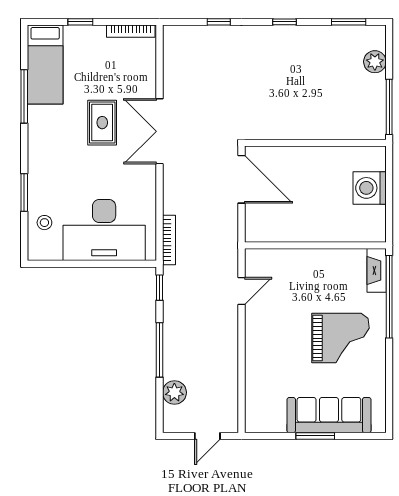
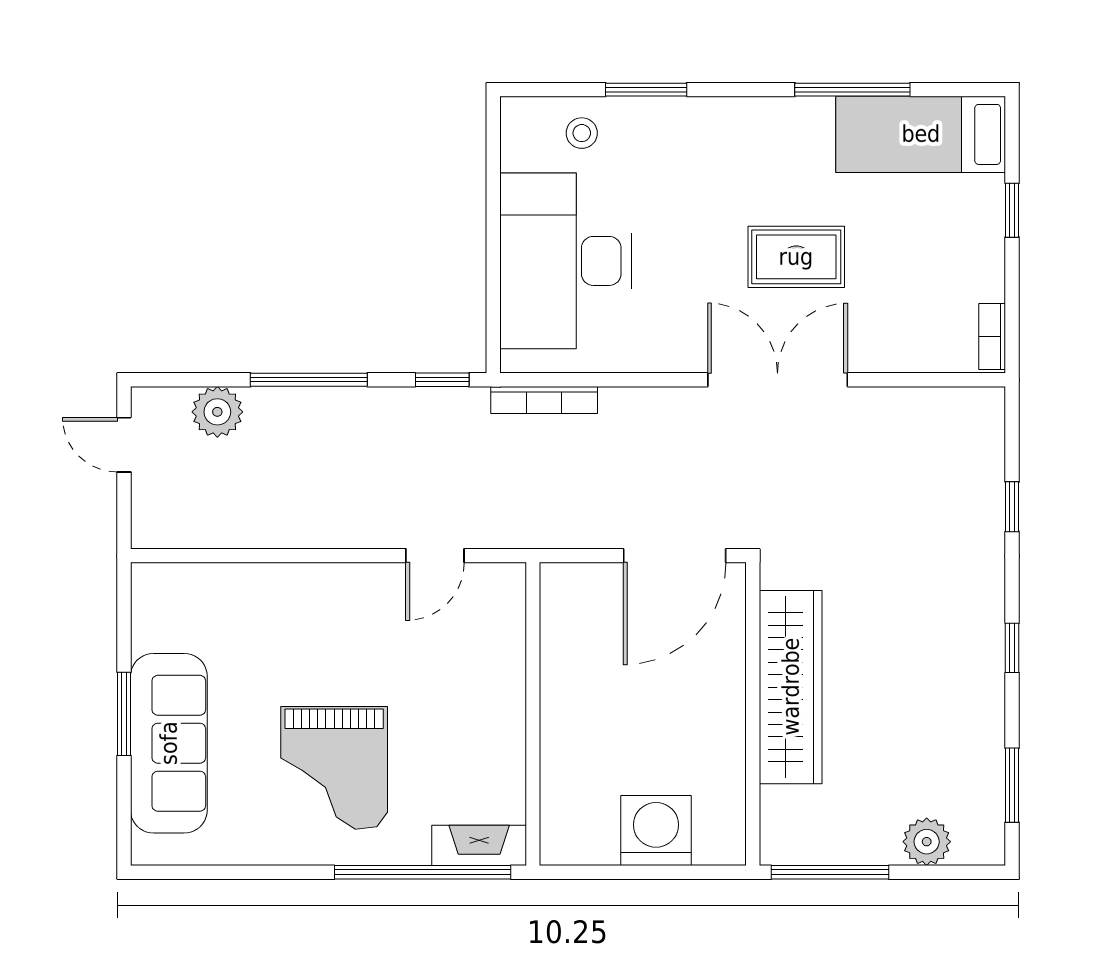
bookcase: (131, 31) -> (992, 337), width x0.64
wardrobe: (303, 125) -> (791, 687), added
door: (241, 291) -> (435, 556), hinge flipped
door: (207, 436) -> (124, 445), moved

